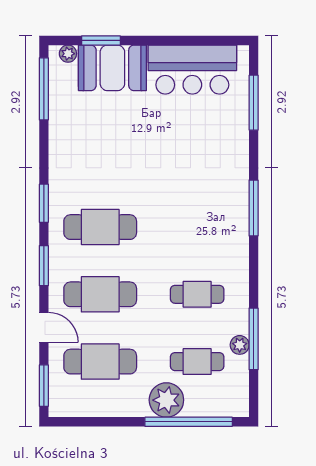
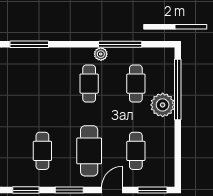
cafe table: (100, 227) -> (42, 151), width x0.73, depth x0.74
plant: (240, 345) -> (101, 54), moved
cafe table: (100, 362) -> (136, 151), width x0.73, depth x0.74

